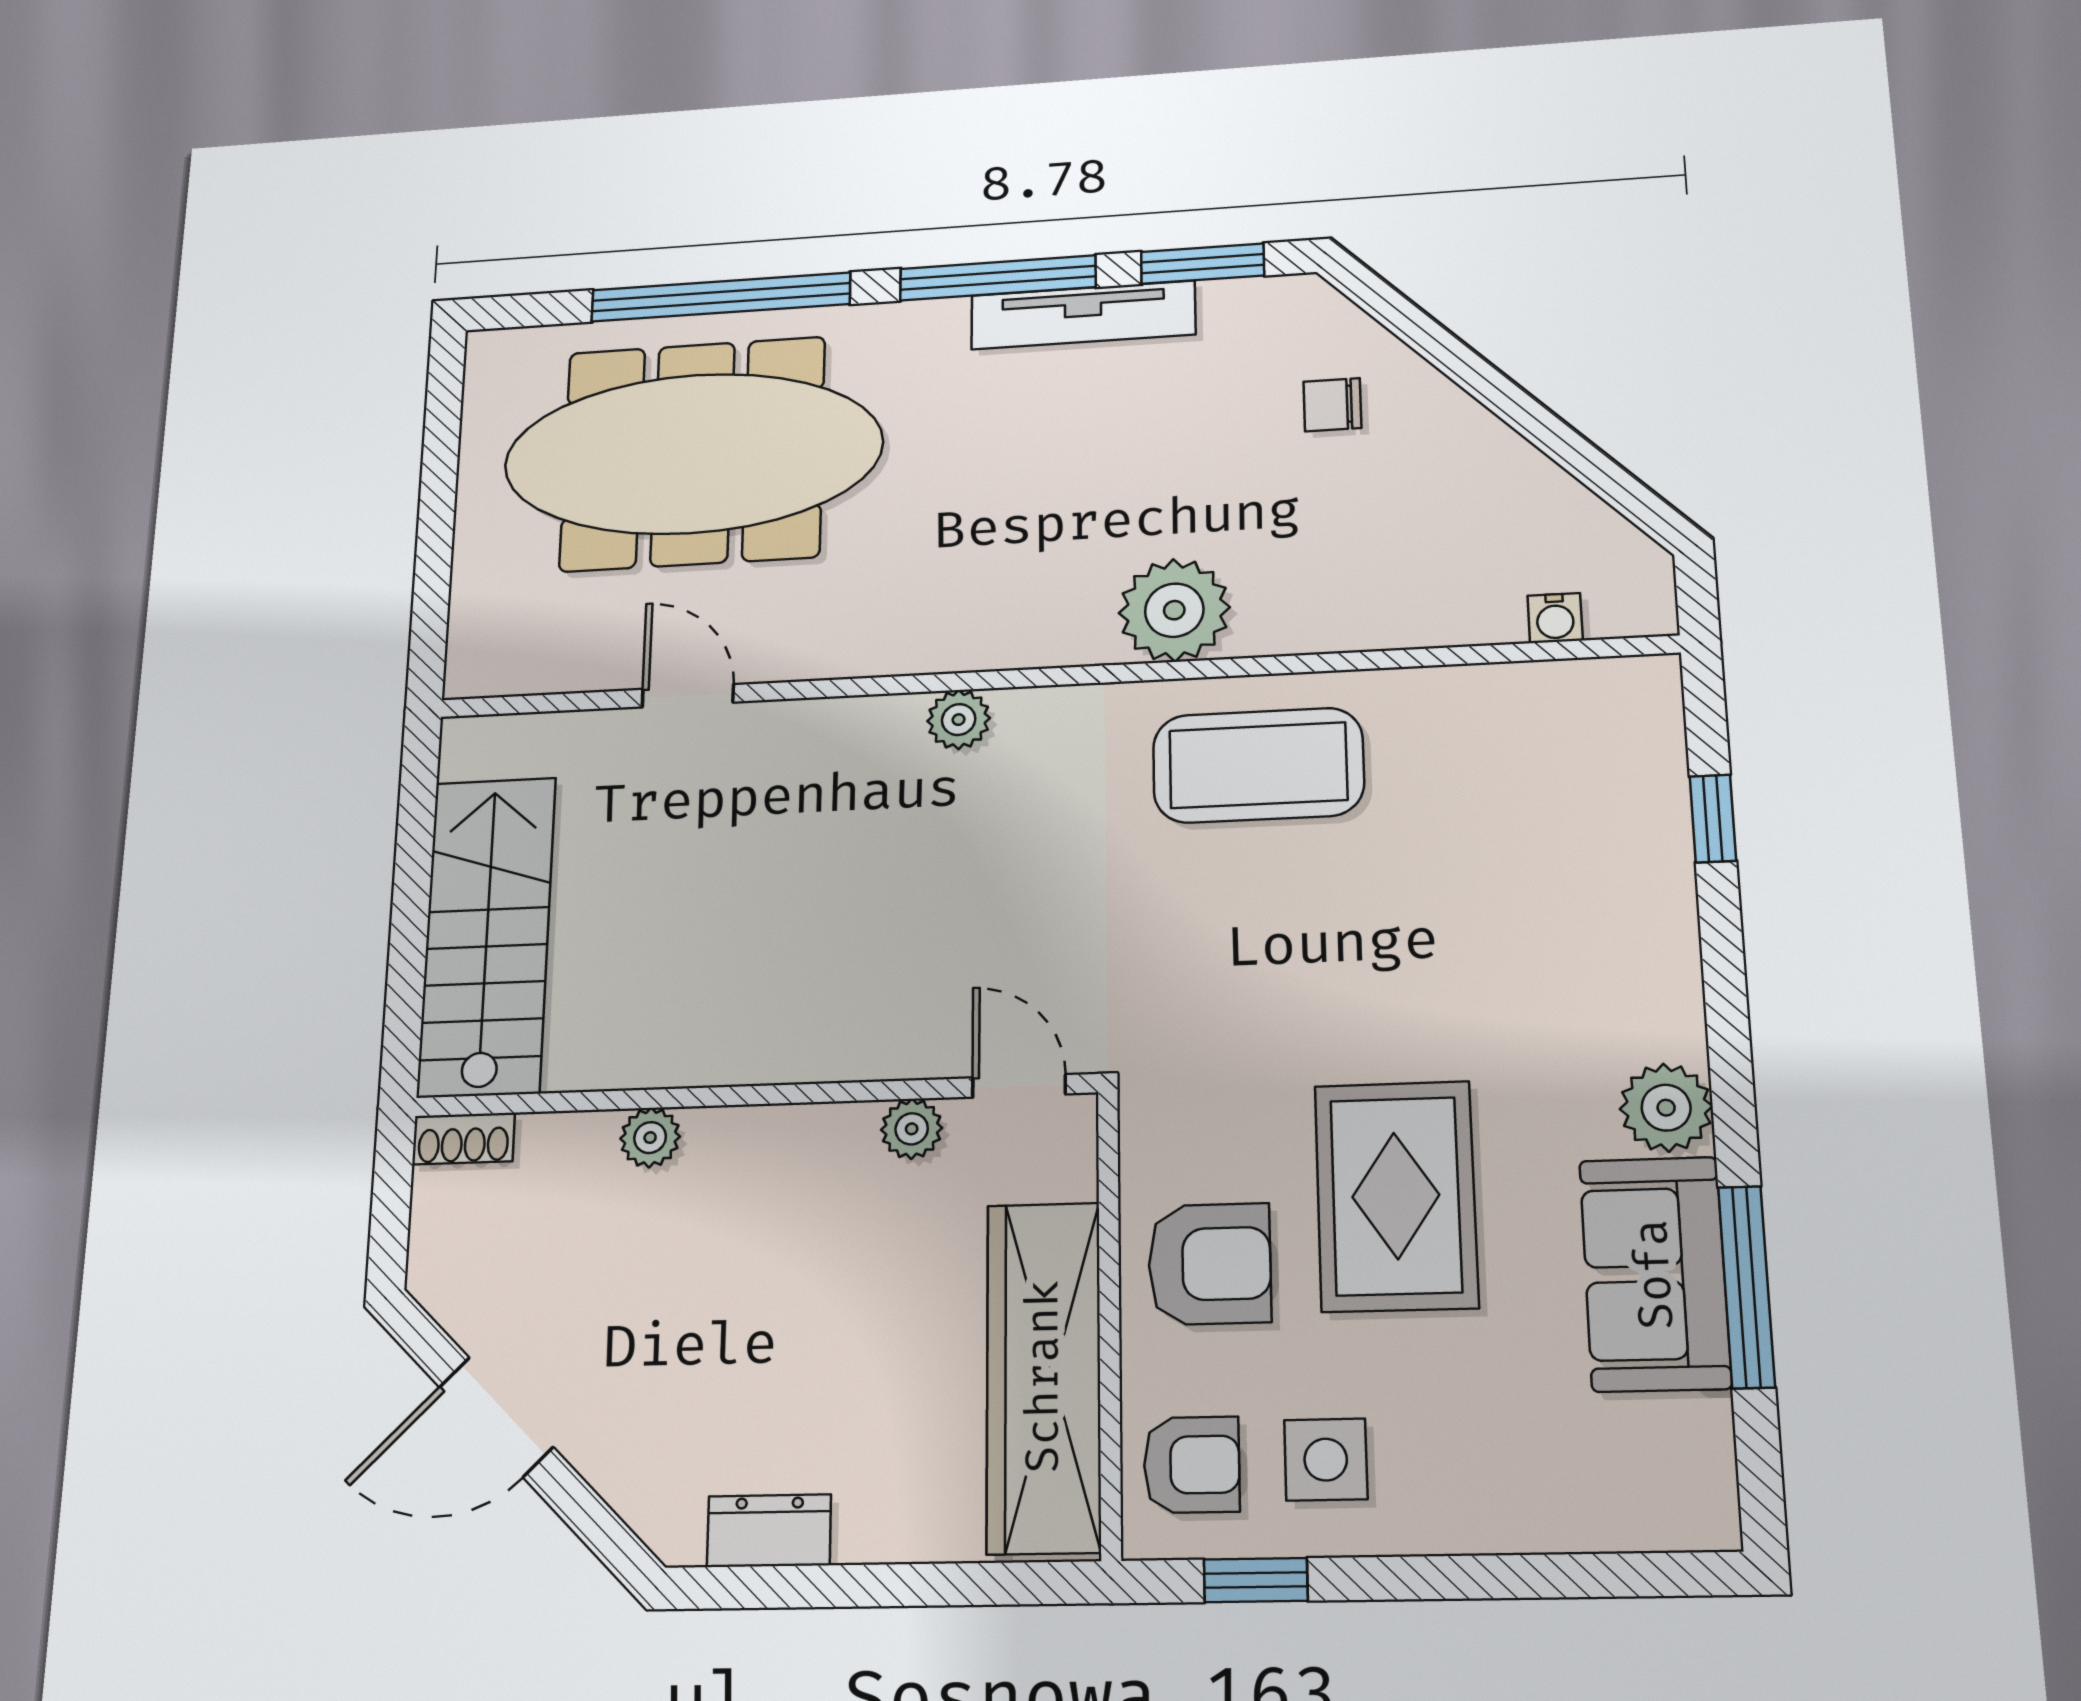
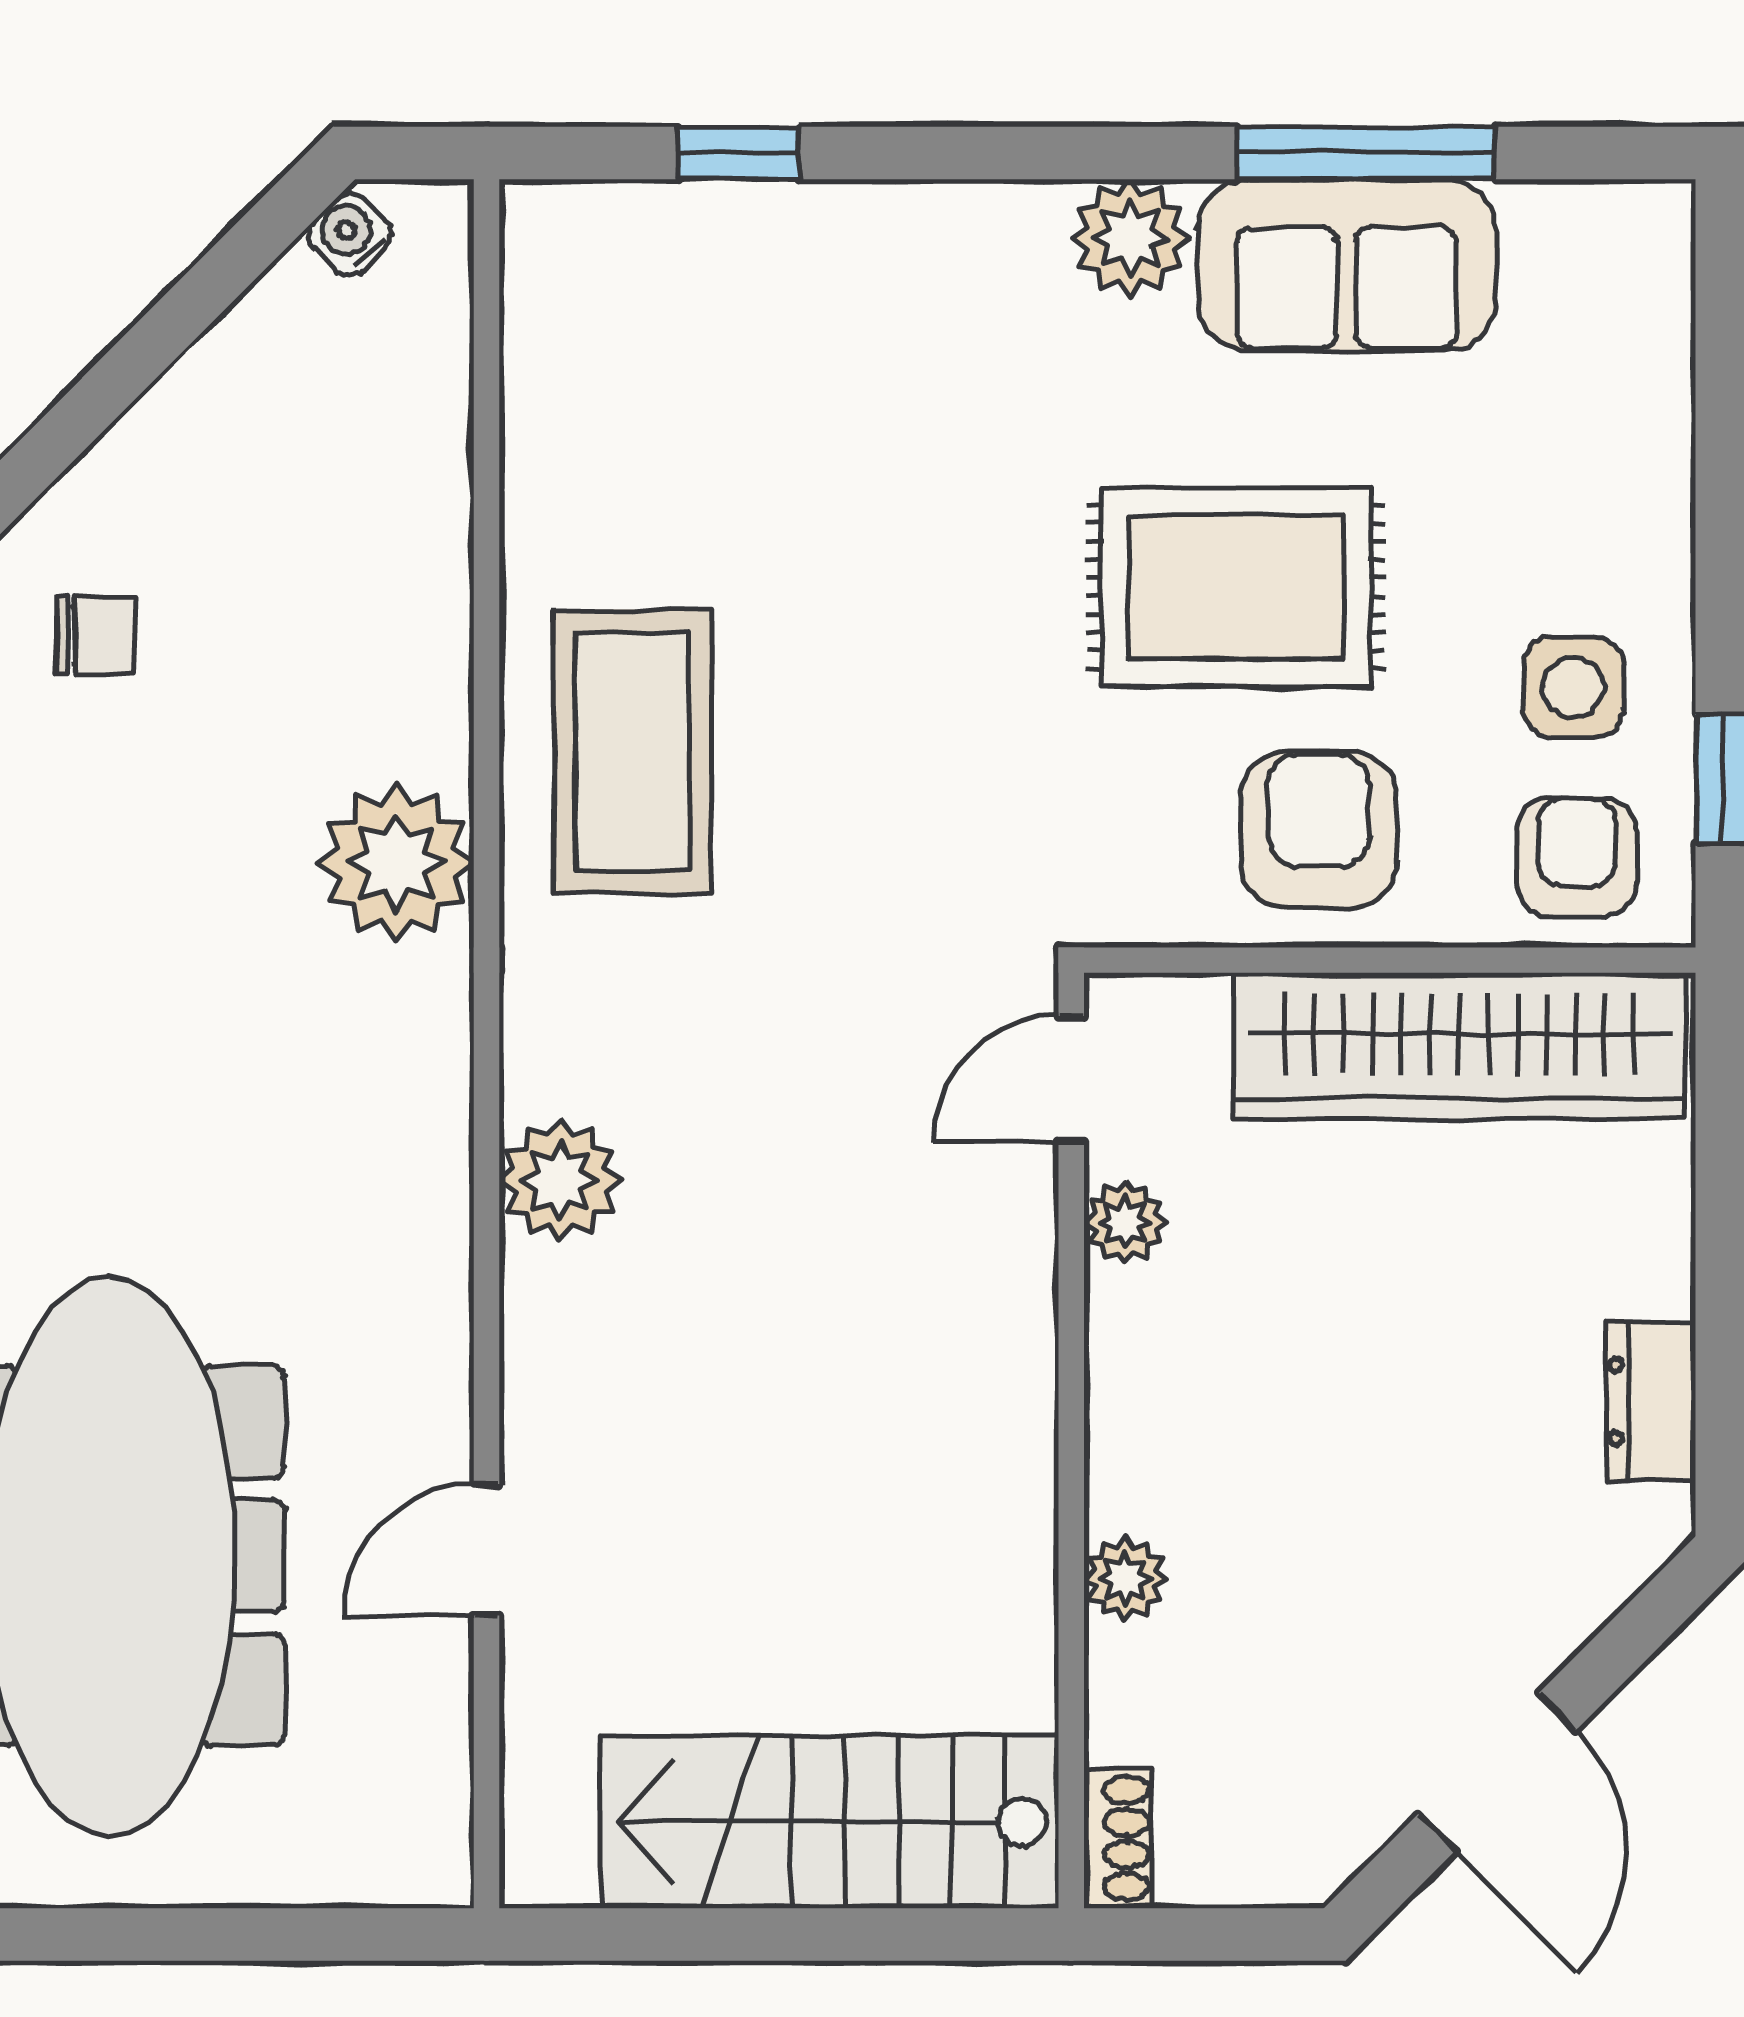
chair: (1332, 405) -> (95, 635), turned -90
water cooler: (1555, 618) -> (350, 234), moved, turned -135
plant: (959, 720) -> (560, 1181), width x1.38, depth x1.38

